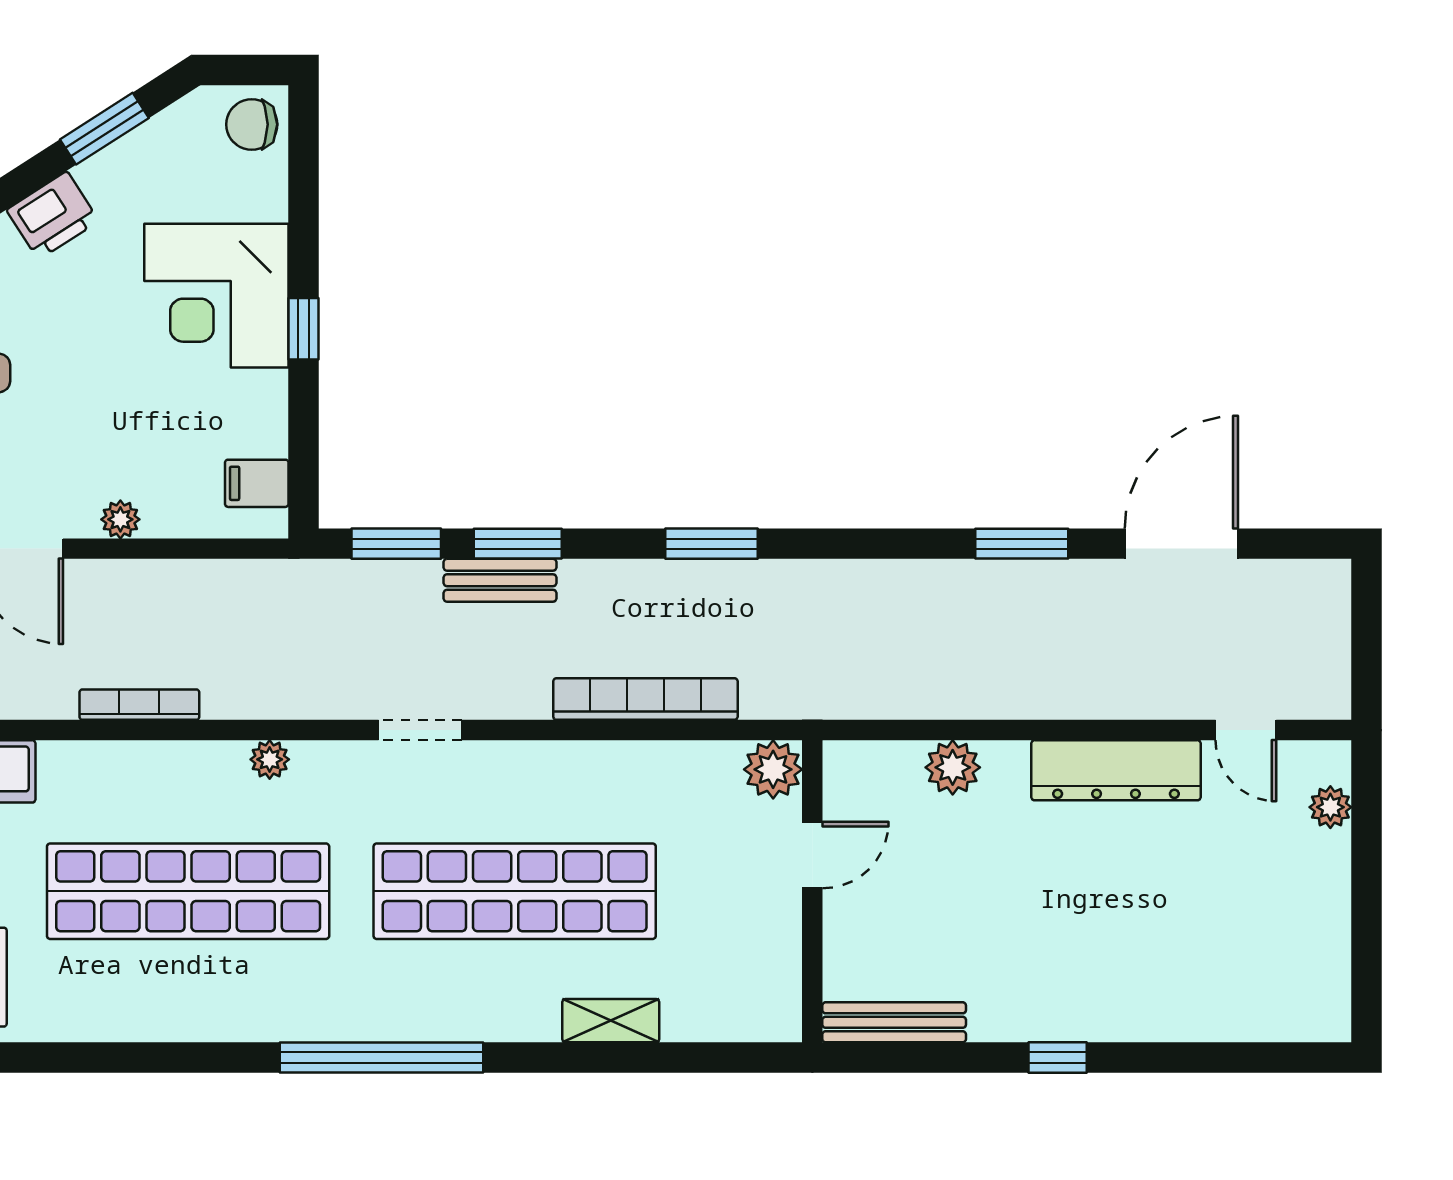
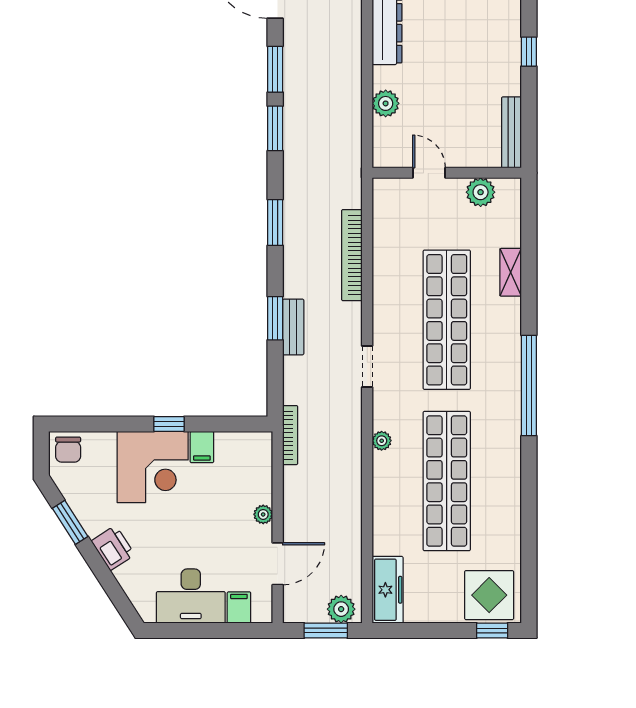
filing cabinet: (257, 483) -> (202, 447), moved
window: (396, 544) -> (275, 128), moved
bookcase: (139, 705) -> (290, 435), moved, turned 180
plant: (773, 769) -> (481, 192), moved

